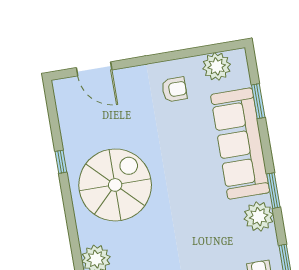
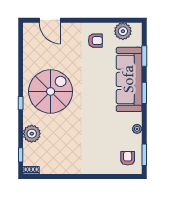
window: (61, 162) -> (21, 103), moved
window: (273, 191) -> (144, 93), moved
plant: (259, 217) -> (137, 129), width x0.53, depth x0.53

